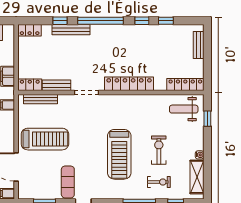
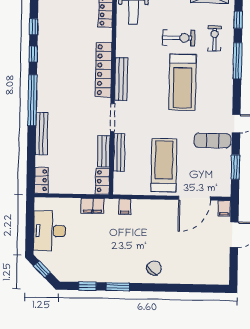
window: (60, 21) -> (31, 146), removed
bench: (41, 99) -> (119, 153), moved
bench: (121, 100) -> (121, 79), added
exercise bike: (159, 150) -> (179, 38), turned 180
treadmill: (119, 154) -> (183, 82), turned 90

